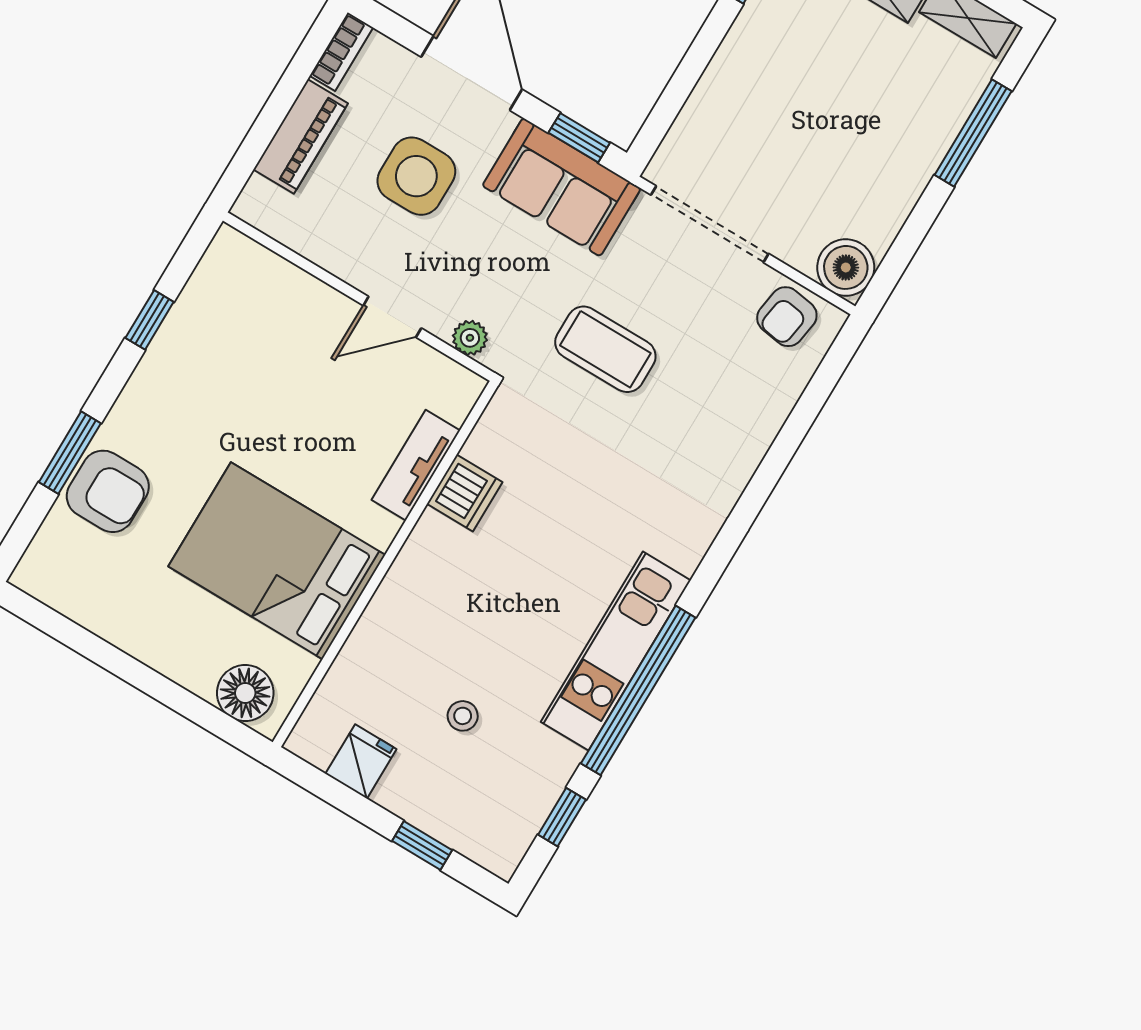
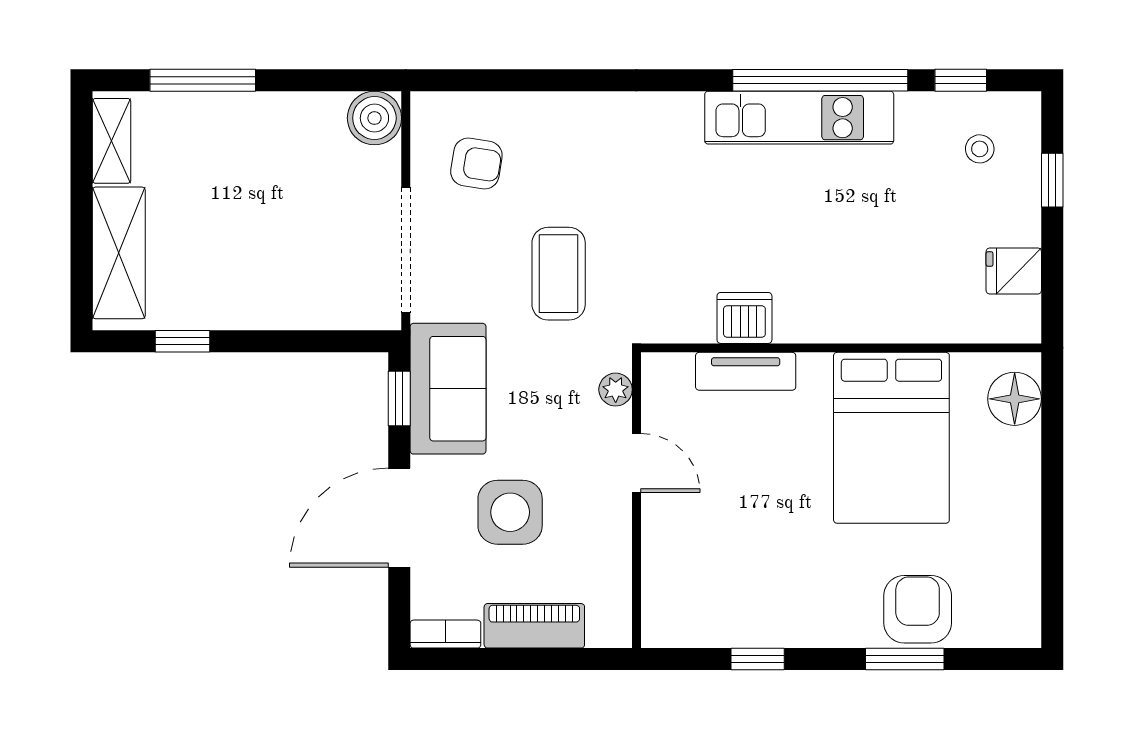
armchair: (787, 317) -> (476, 164), moved
stool: (463, 716) -> (980, 149), moved

